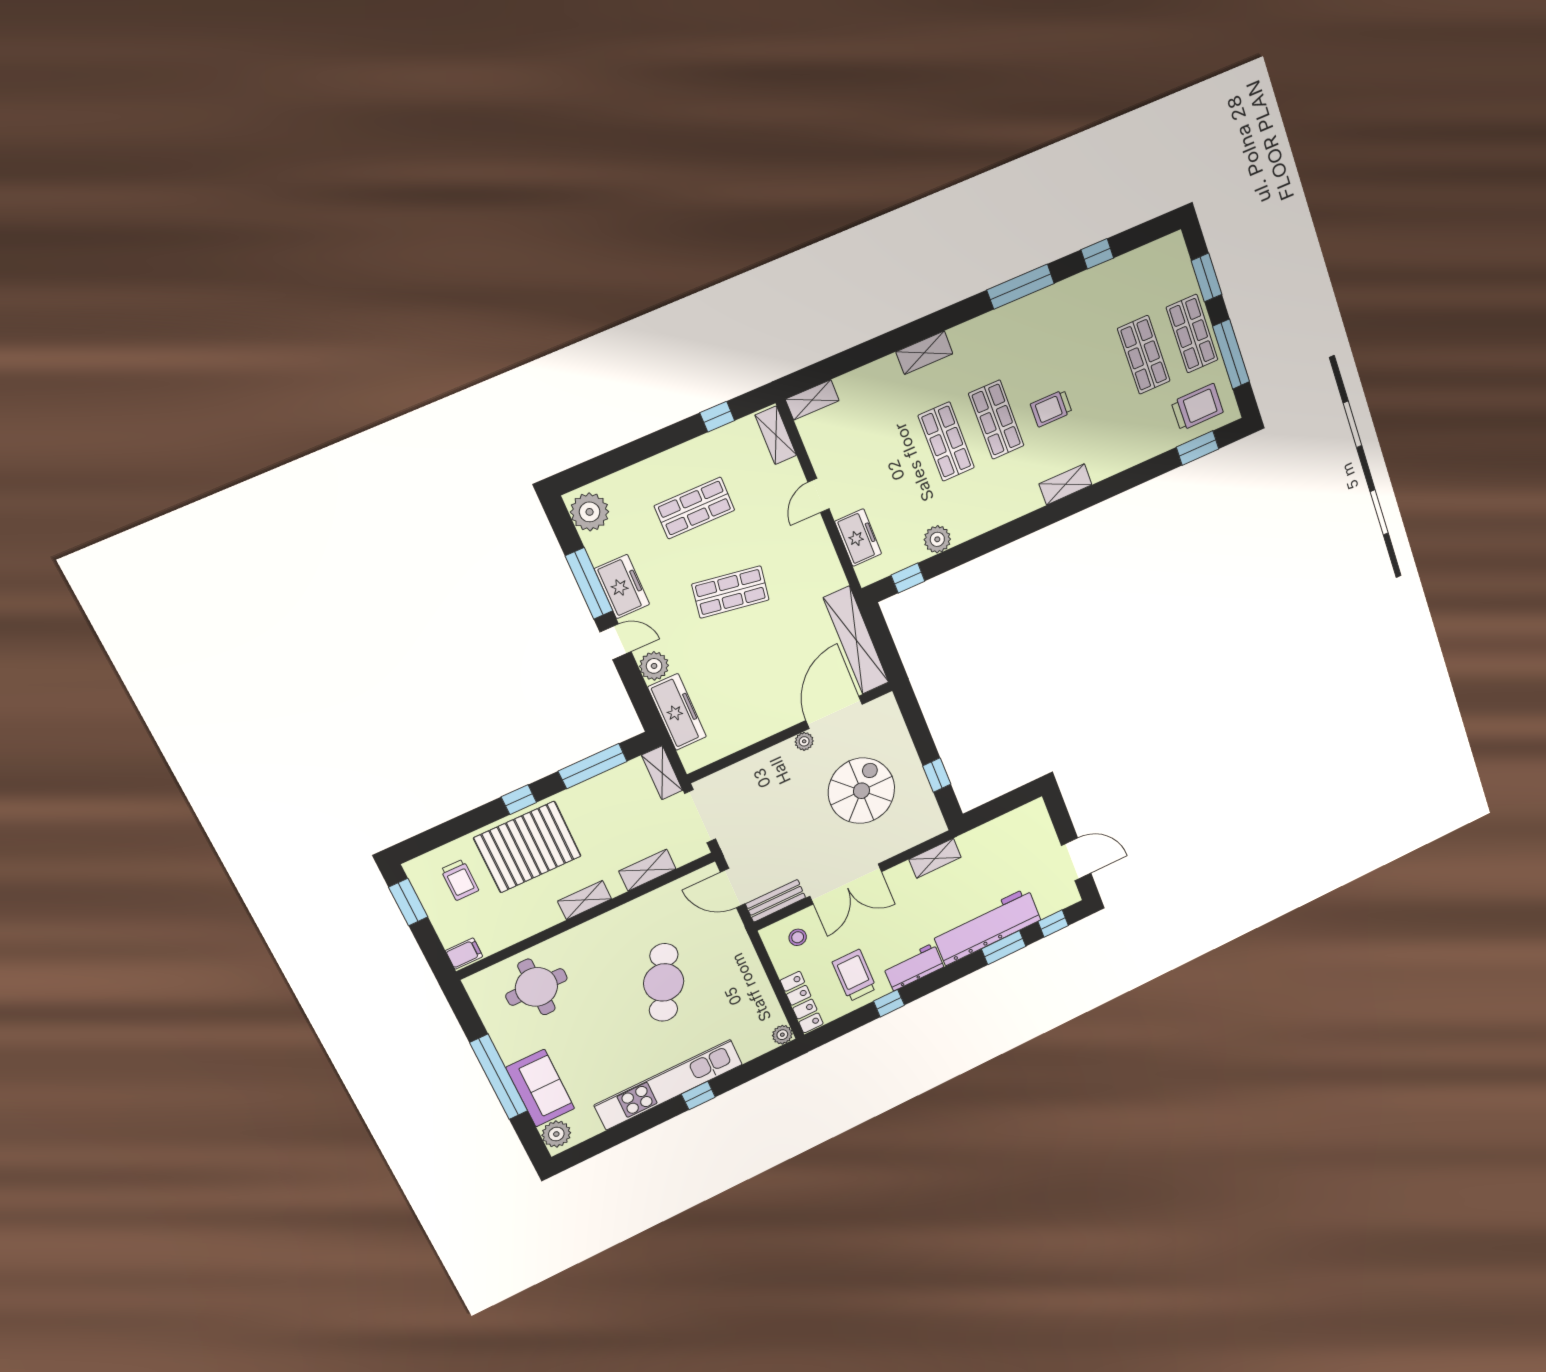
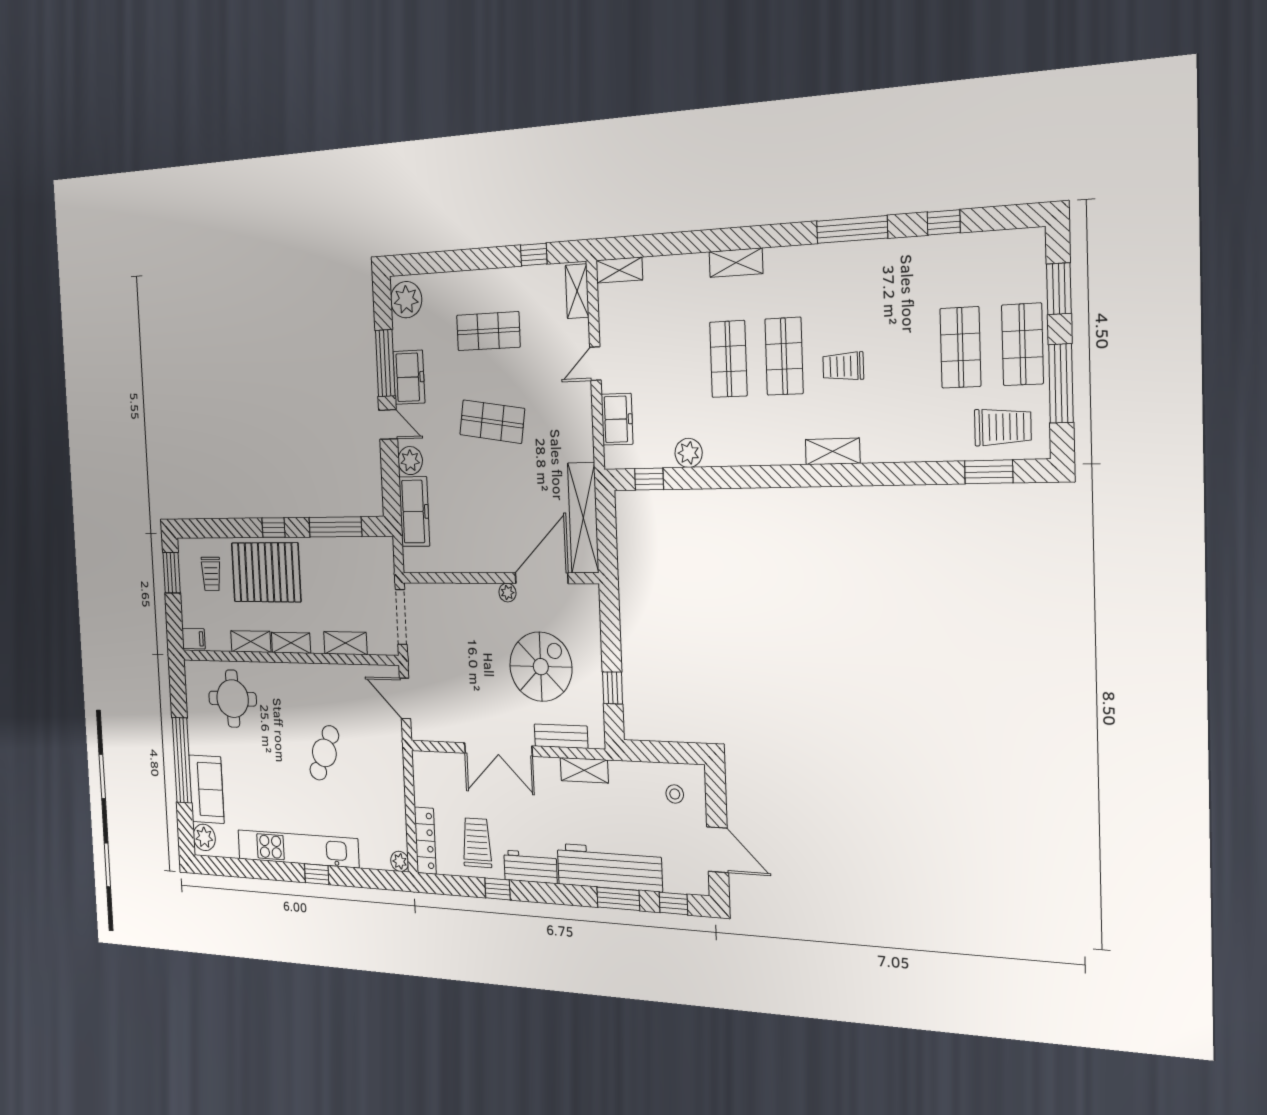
shelving: (662, 773) -> (251, 642), moved, turned 90
bench: (776, 901) -> (561, 736), moved
stool: (798, 937) -> (675, 794), moved
cafe table: (664, 982) -> (324, 753), width x0.73, depth x0.74

